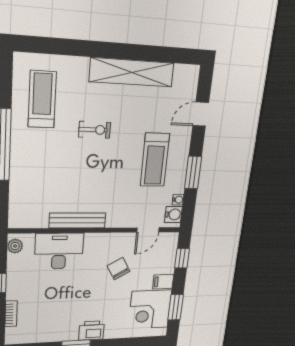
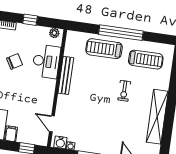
treadmill: (155, 160) -> (104, 49), moved
chair: (119, 269) -> (15, 61), moved

